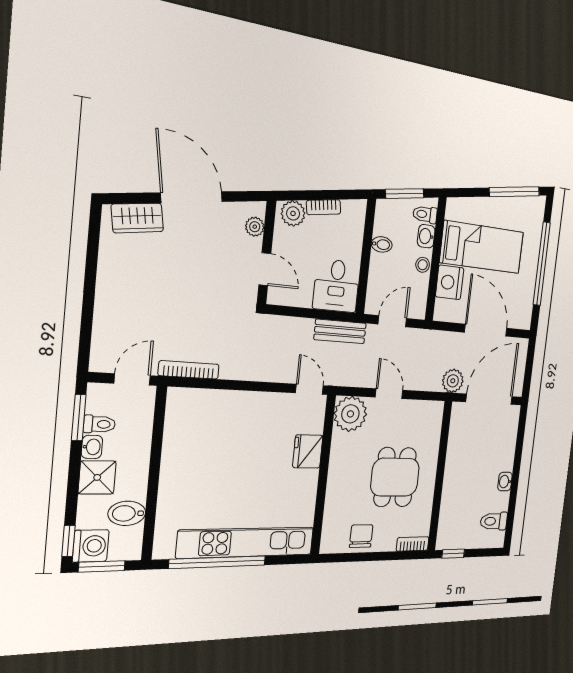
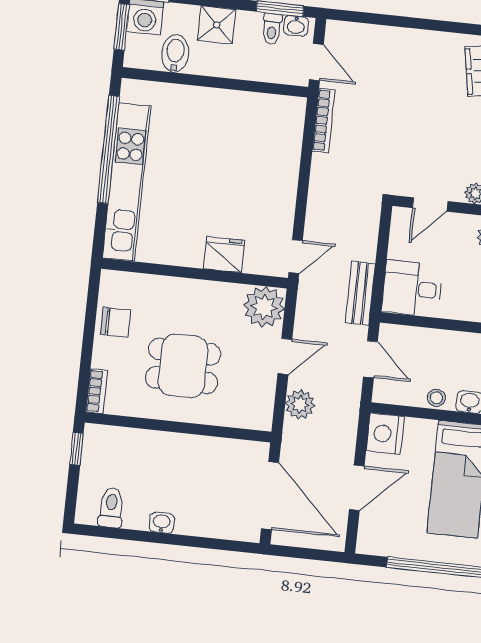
bidet: (382, 244) -> (459, 344), removed
nightstand: (450, 282) -> (385, 434), moved, turned -90
door: (486, 330) -> (357, 488), width x0.73
plant: (453, 381) -> (300, 404), moved
washbasin: (92, 447) -> (296, 26), moved

